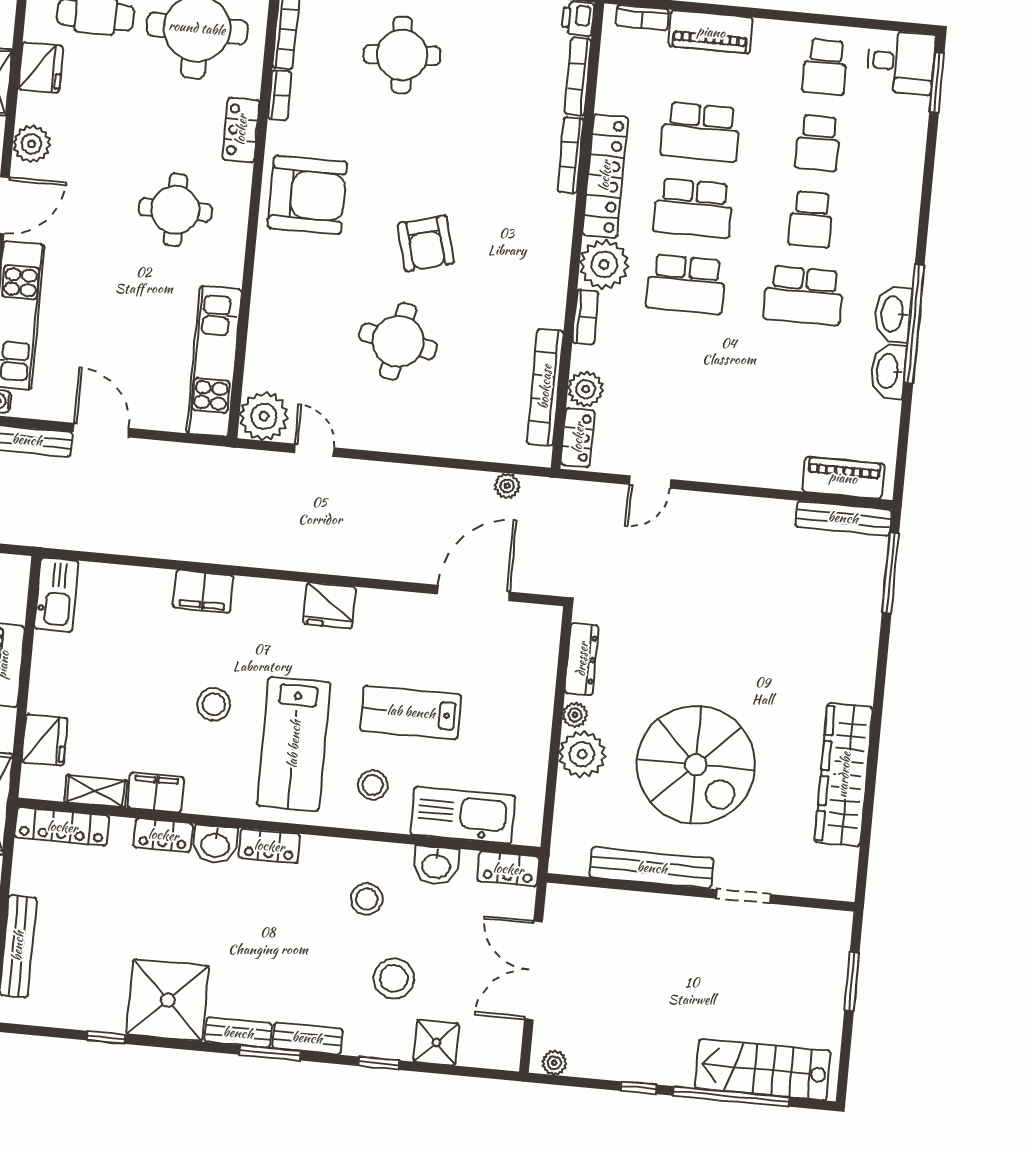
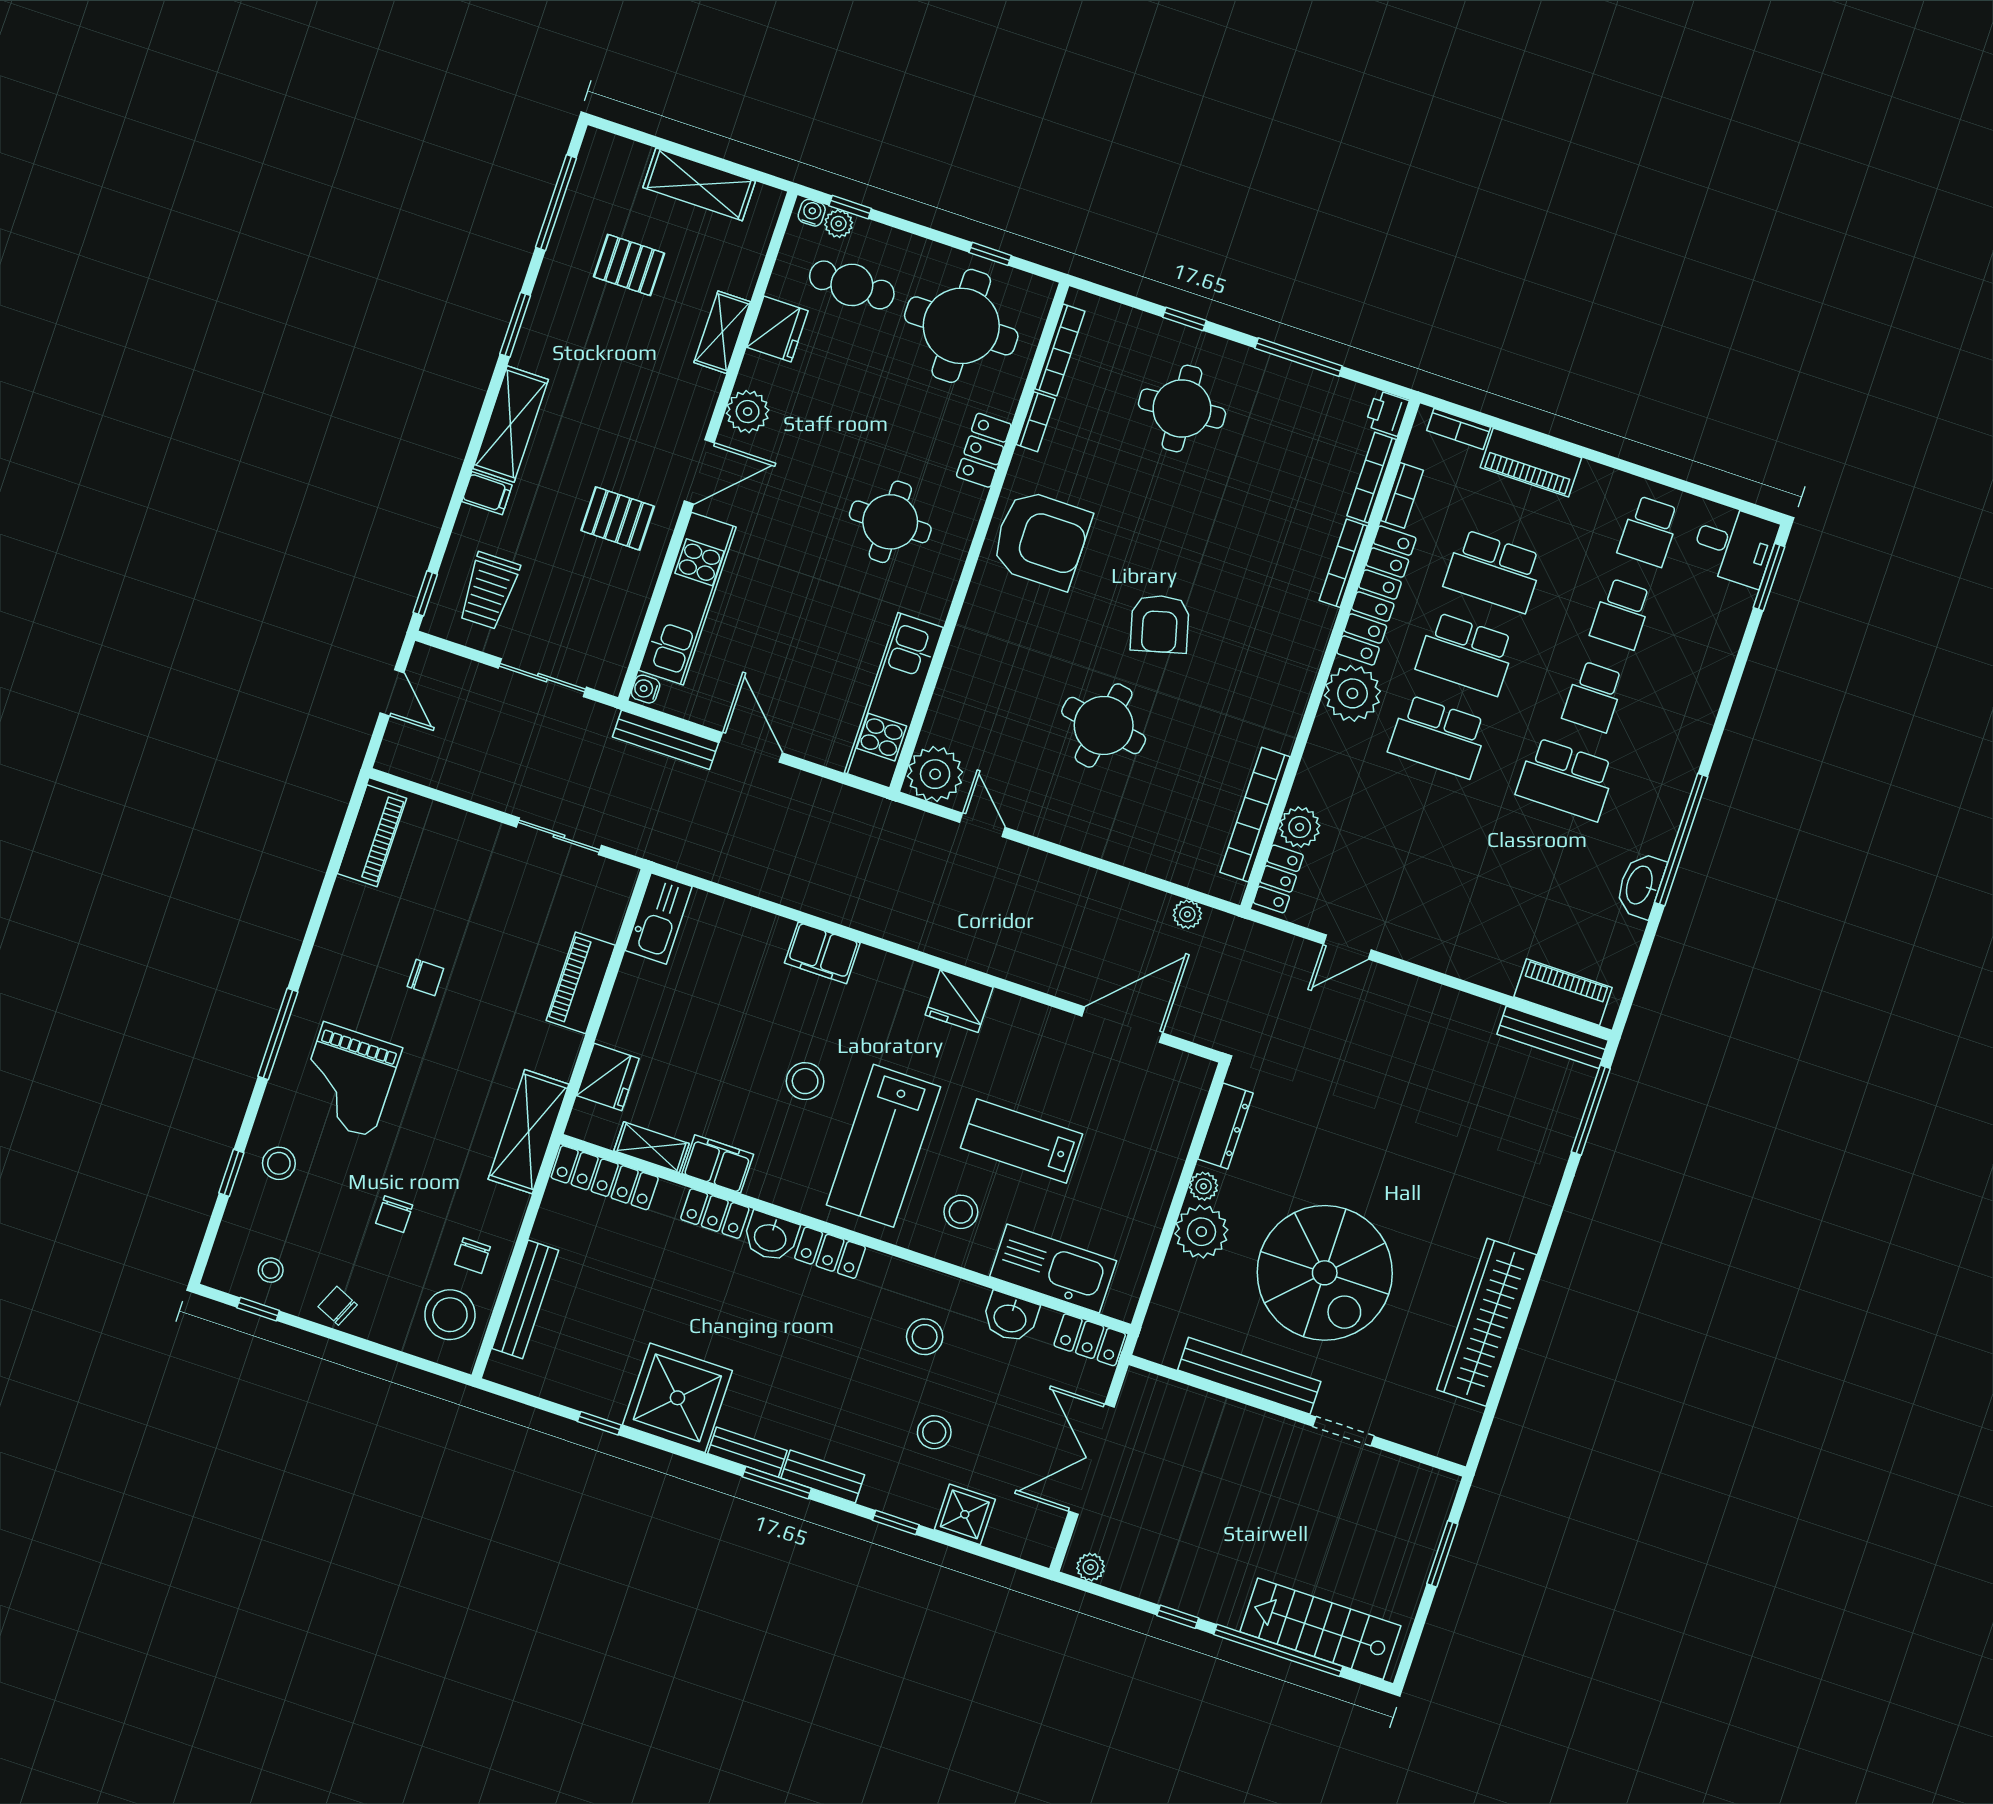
washbasin: (893, 314) -> (1660, 823), removed
bookcase: (585, 317) -> (1402, 495), moved
stool: (394, 978) -> (934, 1432), width x0.73, depth x0.73

